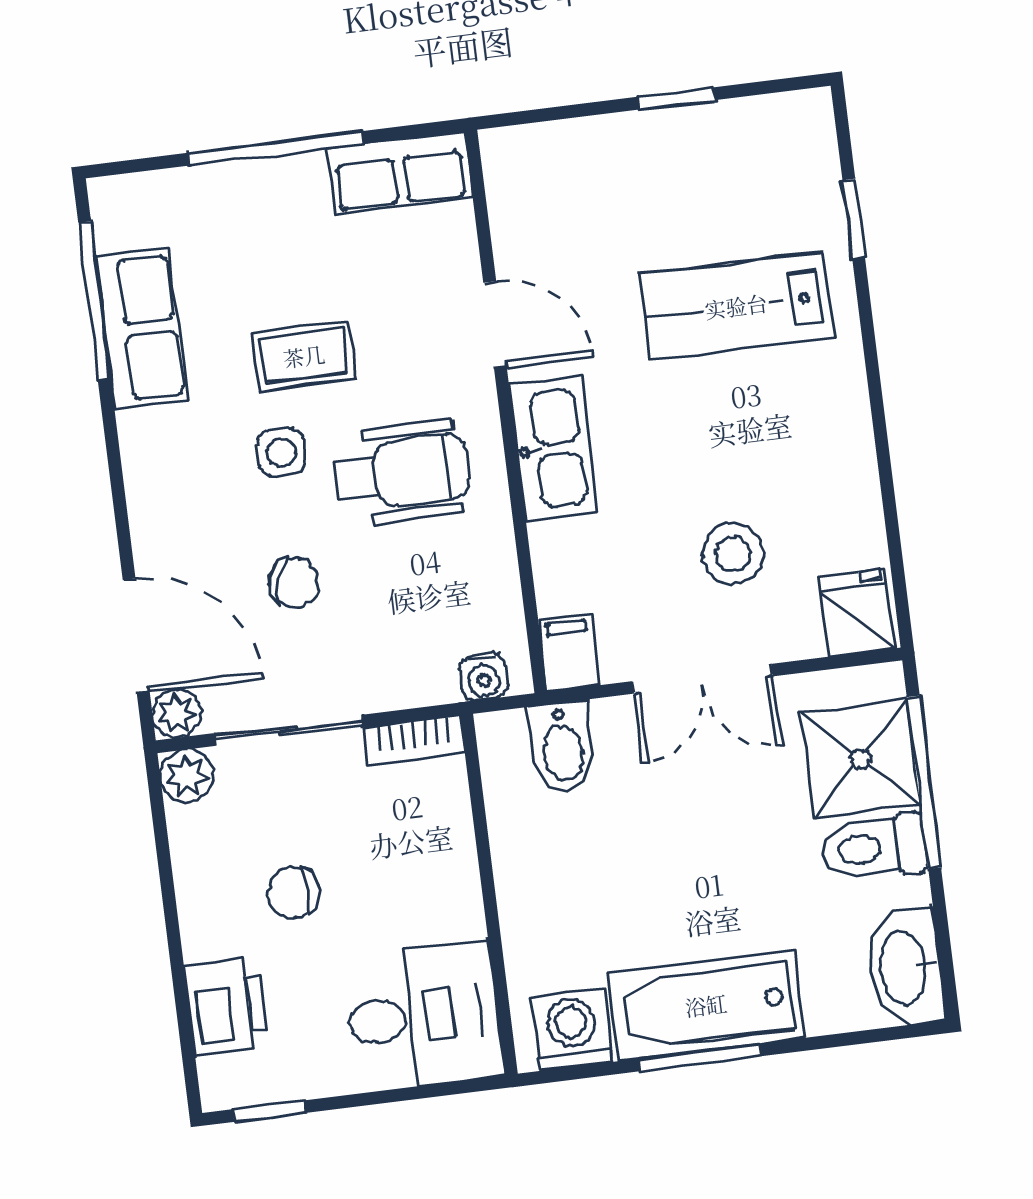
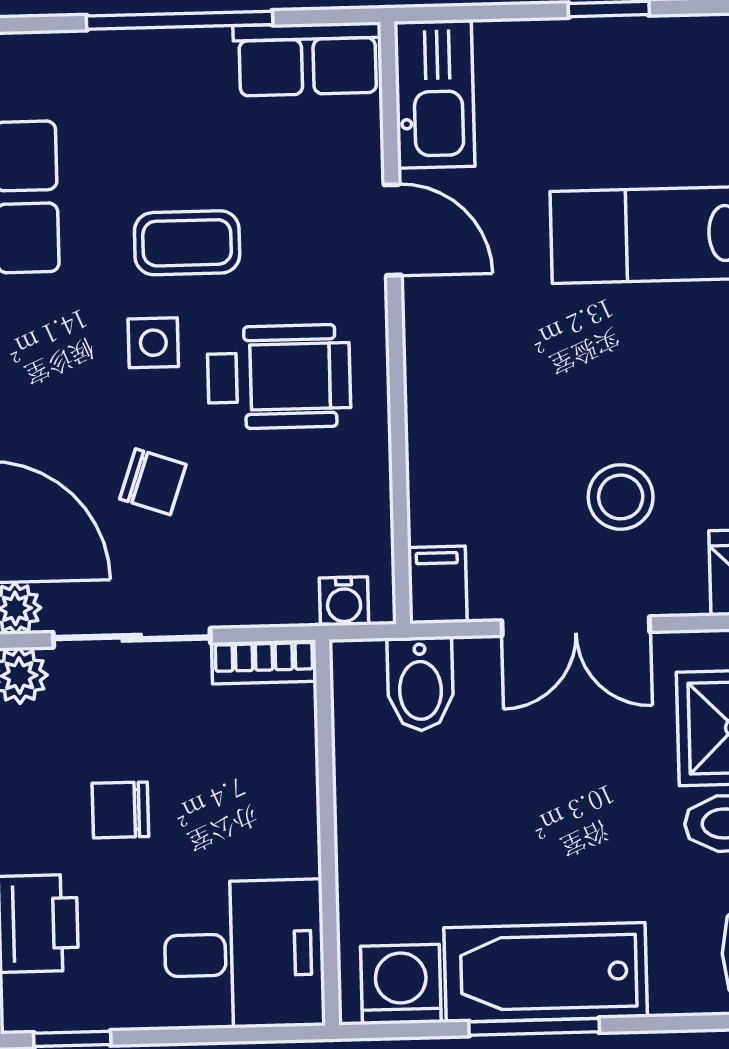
kitchen sink: (553, 449) -> (434, 94), moved

